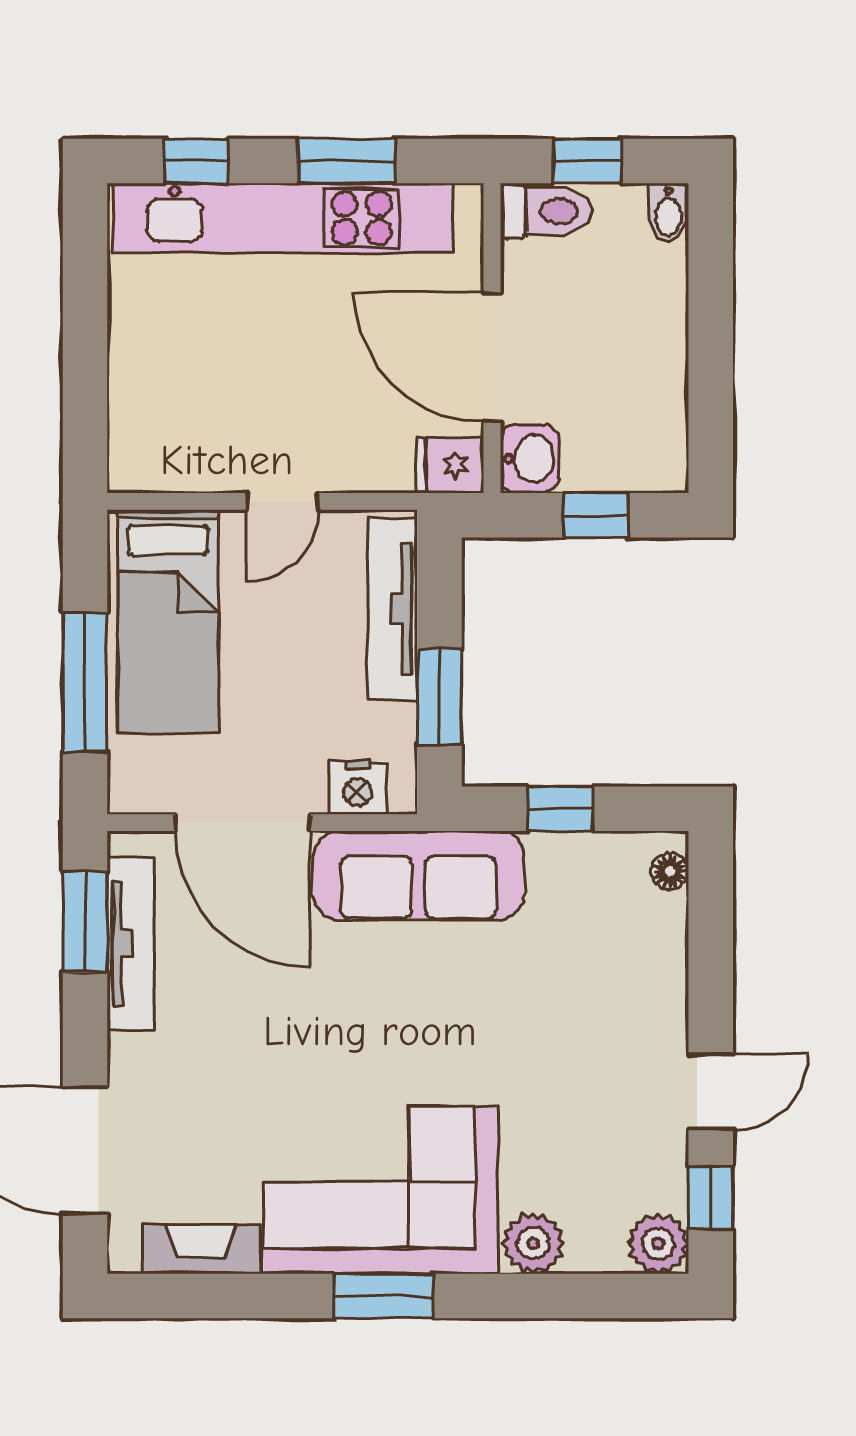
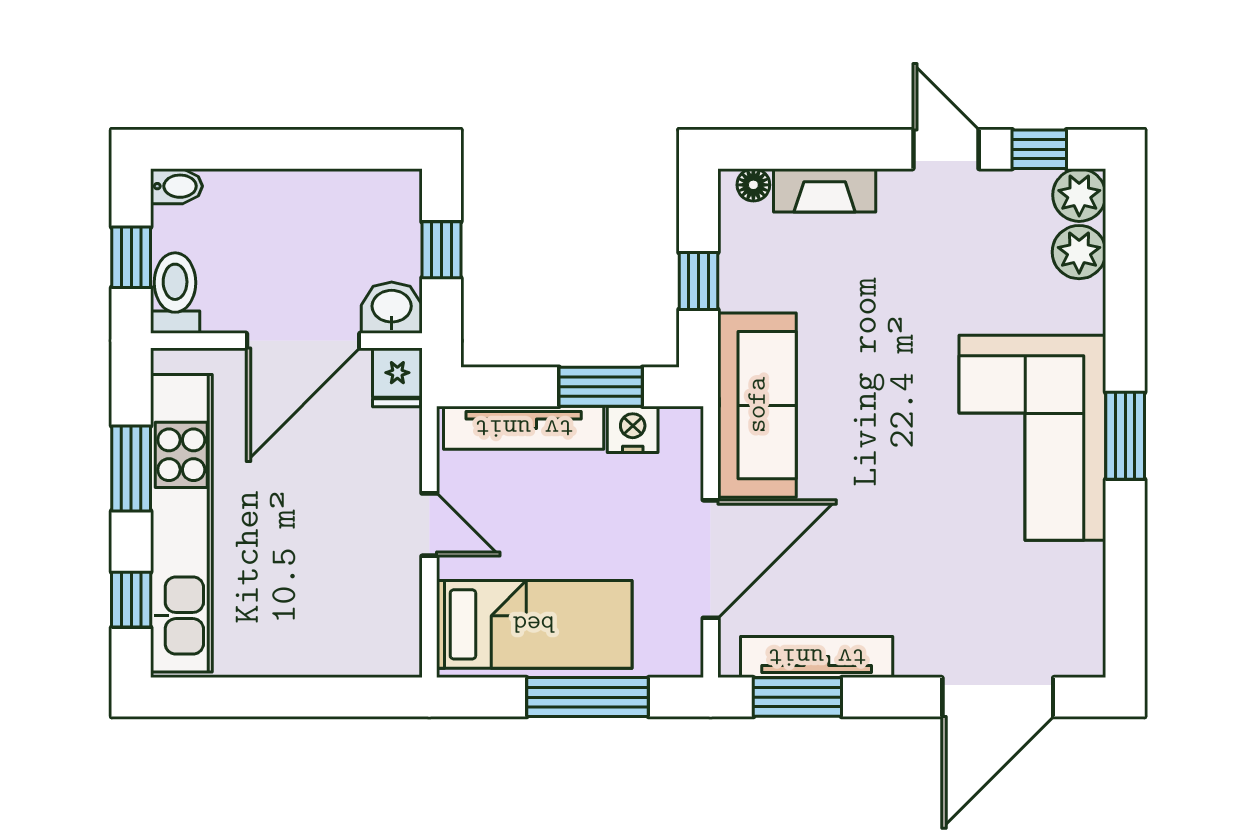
nightstand: (358, 788) -> (633, 429), moved, turned -90
plant: (533, 1243) -> (1079, 252), moved
fireplace: (201, 1249) -> (825, 190), moved, turned -90

